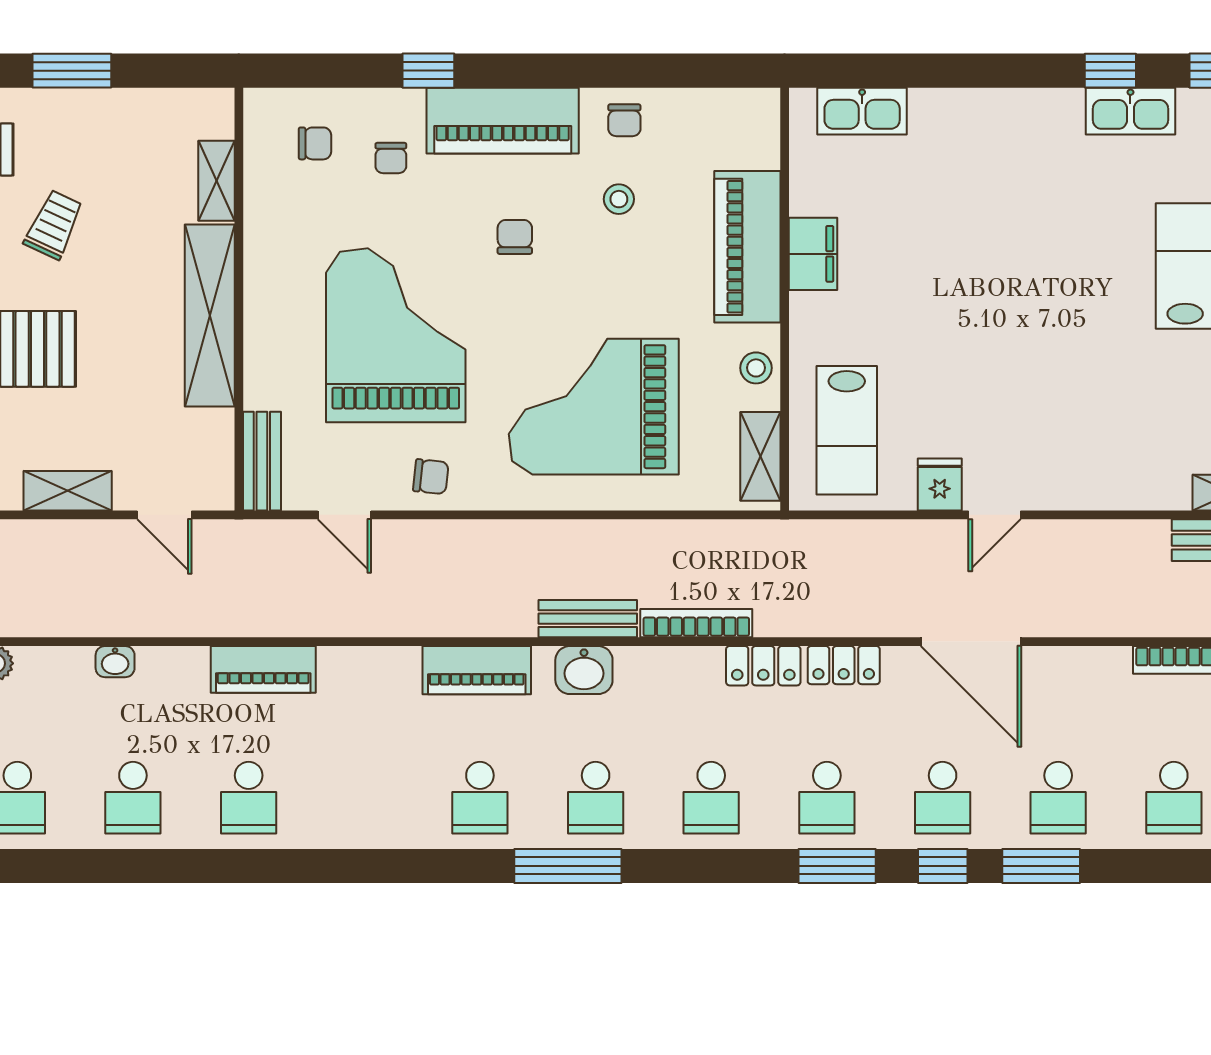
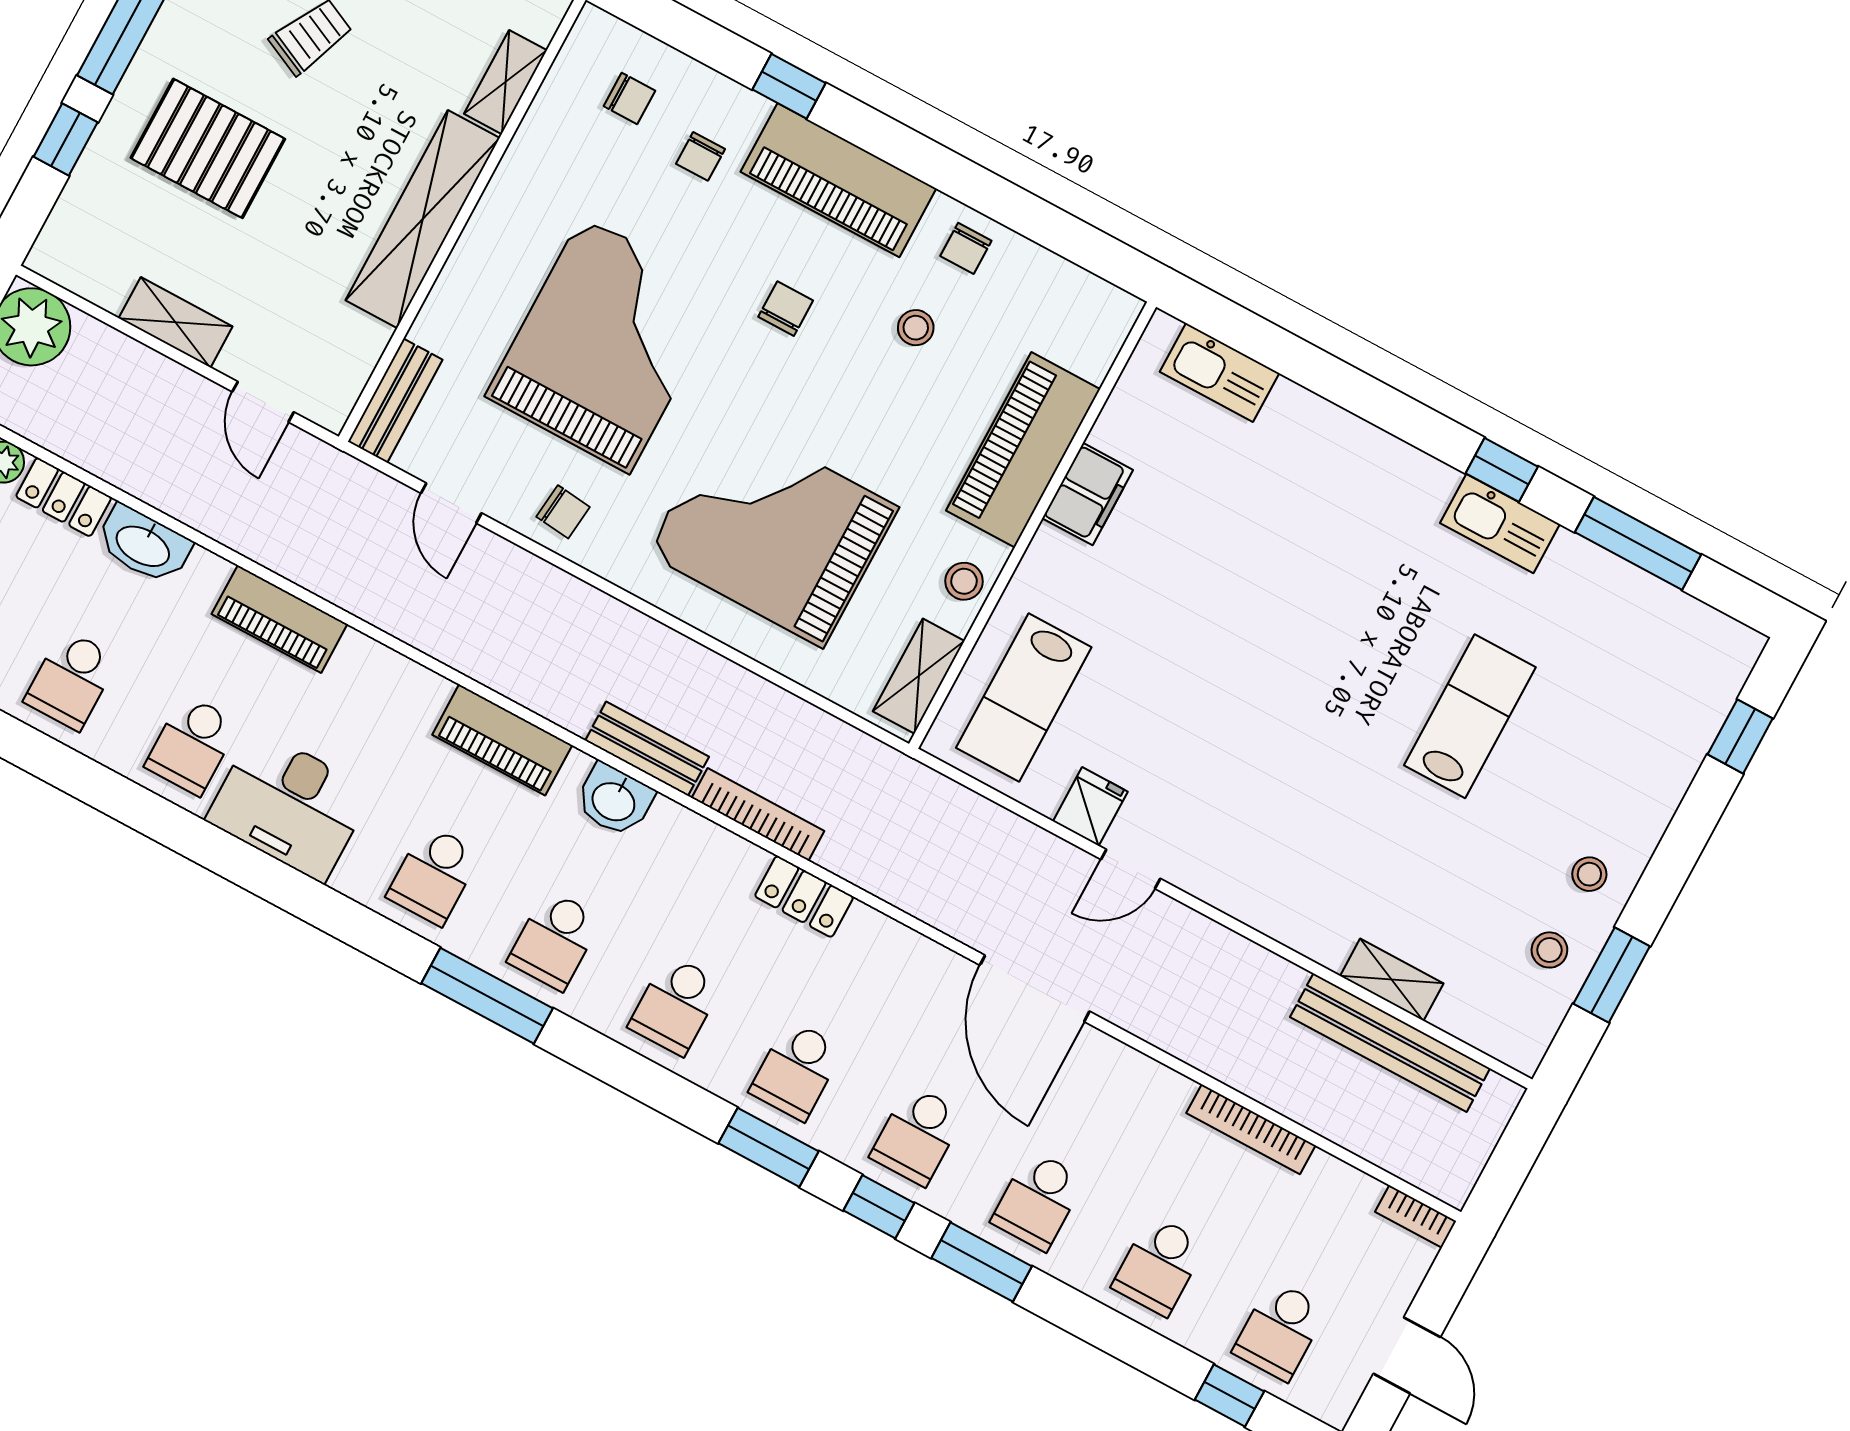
washbasin: (115, 662) -> (144, 545), width x1.91, depth x1.45
locker: (844, 665) -> (64, 497), moved
desk: (345, 804) -> (289, 805), added

